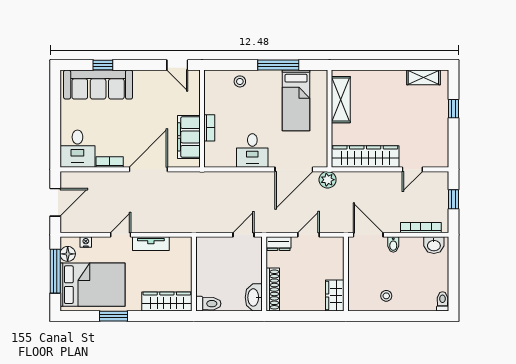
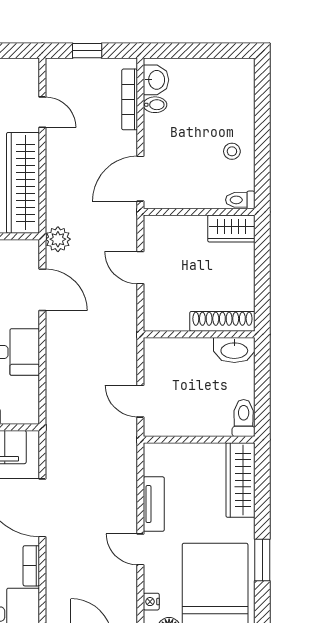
door: (294, 169) -> (42, 290), width x0.73
door: (243, 235) -> (140, 401), moved
dresser: (279, 244) -> (154, 313), removed
bidet: (393, 245) -> (155, 105), moved
toilet: (443, 301) -> (240, 200), moved

